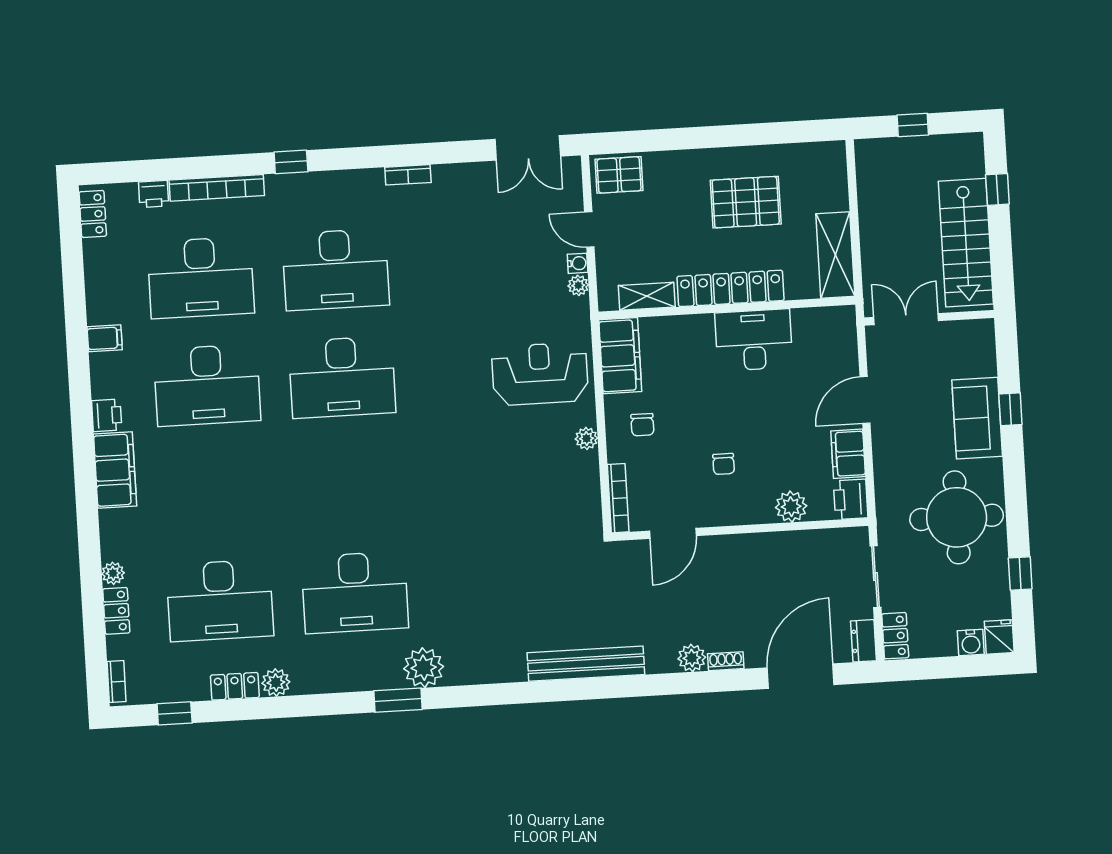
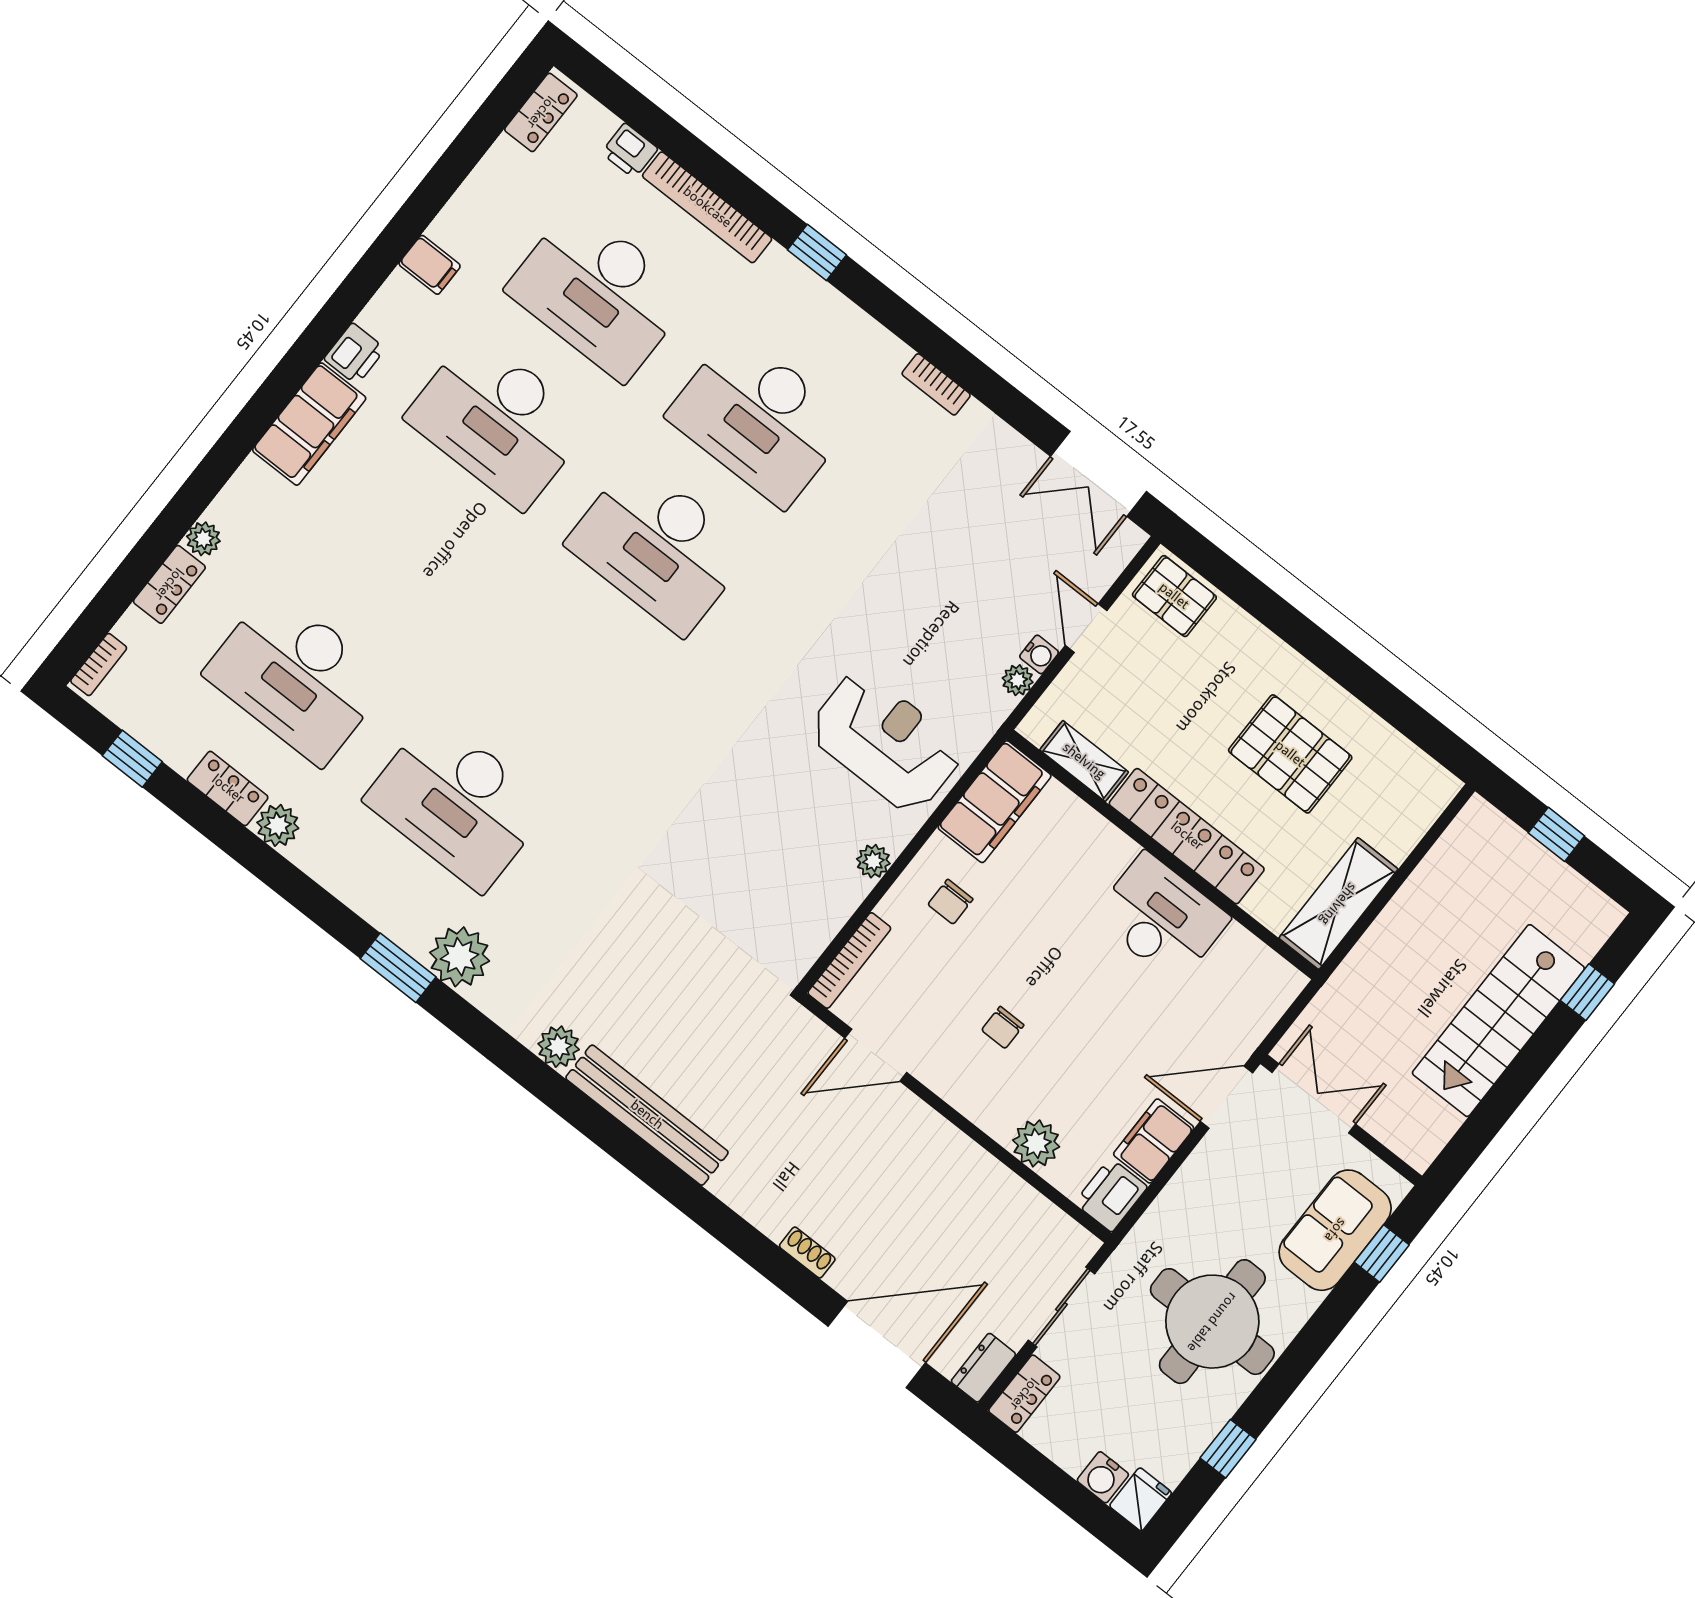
wall: (929, 318) -> (1341, 1120), moved
double door: (906, 319) -> (1314, 1098), moved
plant: (692, 658) -> (559, 1047), moved

